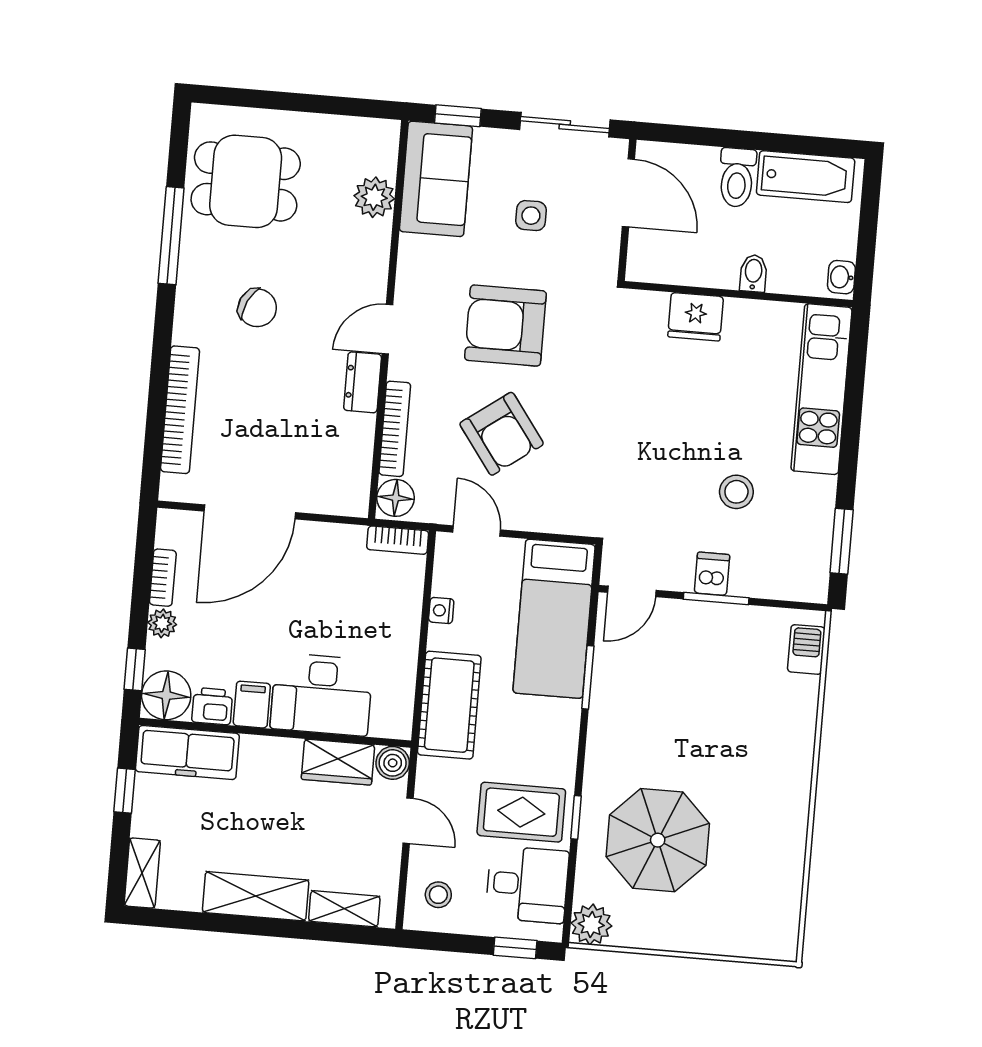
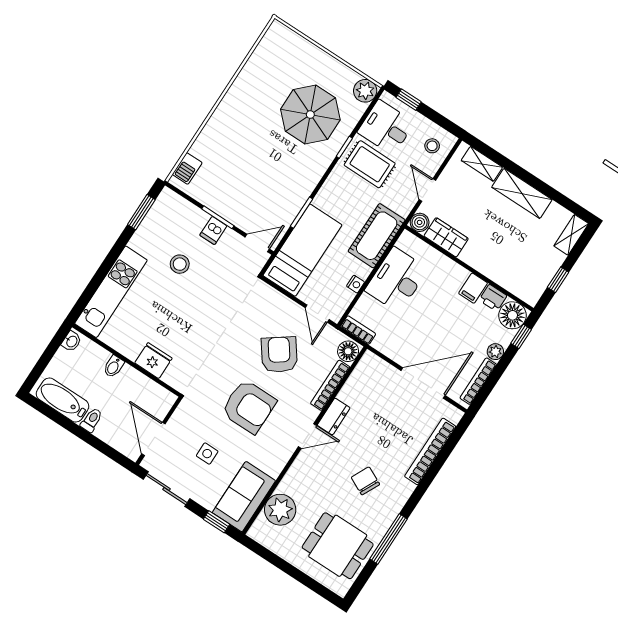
toilet: (737, 178) -> (92, 420), width x0.73, depth x0.72
plant: (374, 197) -> (280, 510), width x1.36, depth x1.36
bookcase: (163, 578) -> (478, 381), width x1.56
desk: (322, 695) -> (397, 280), moved, turned -90
freezer: (187, 752) -> (517, 282), removed

